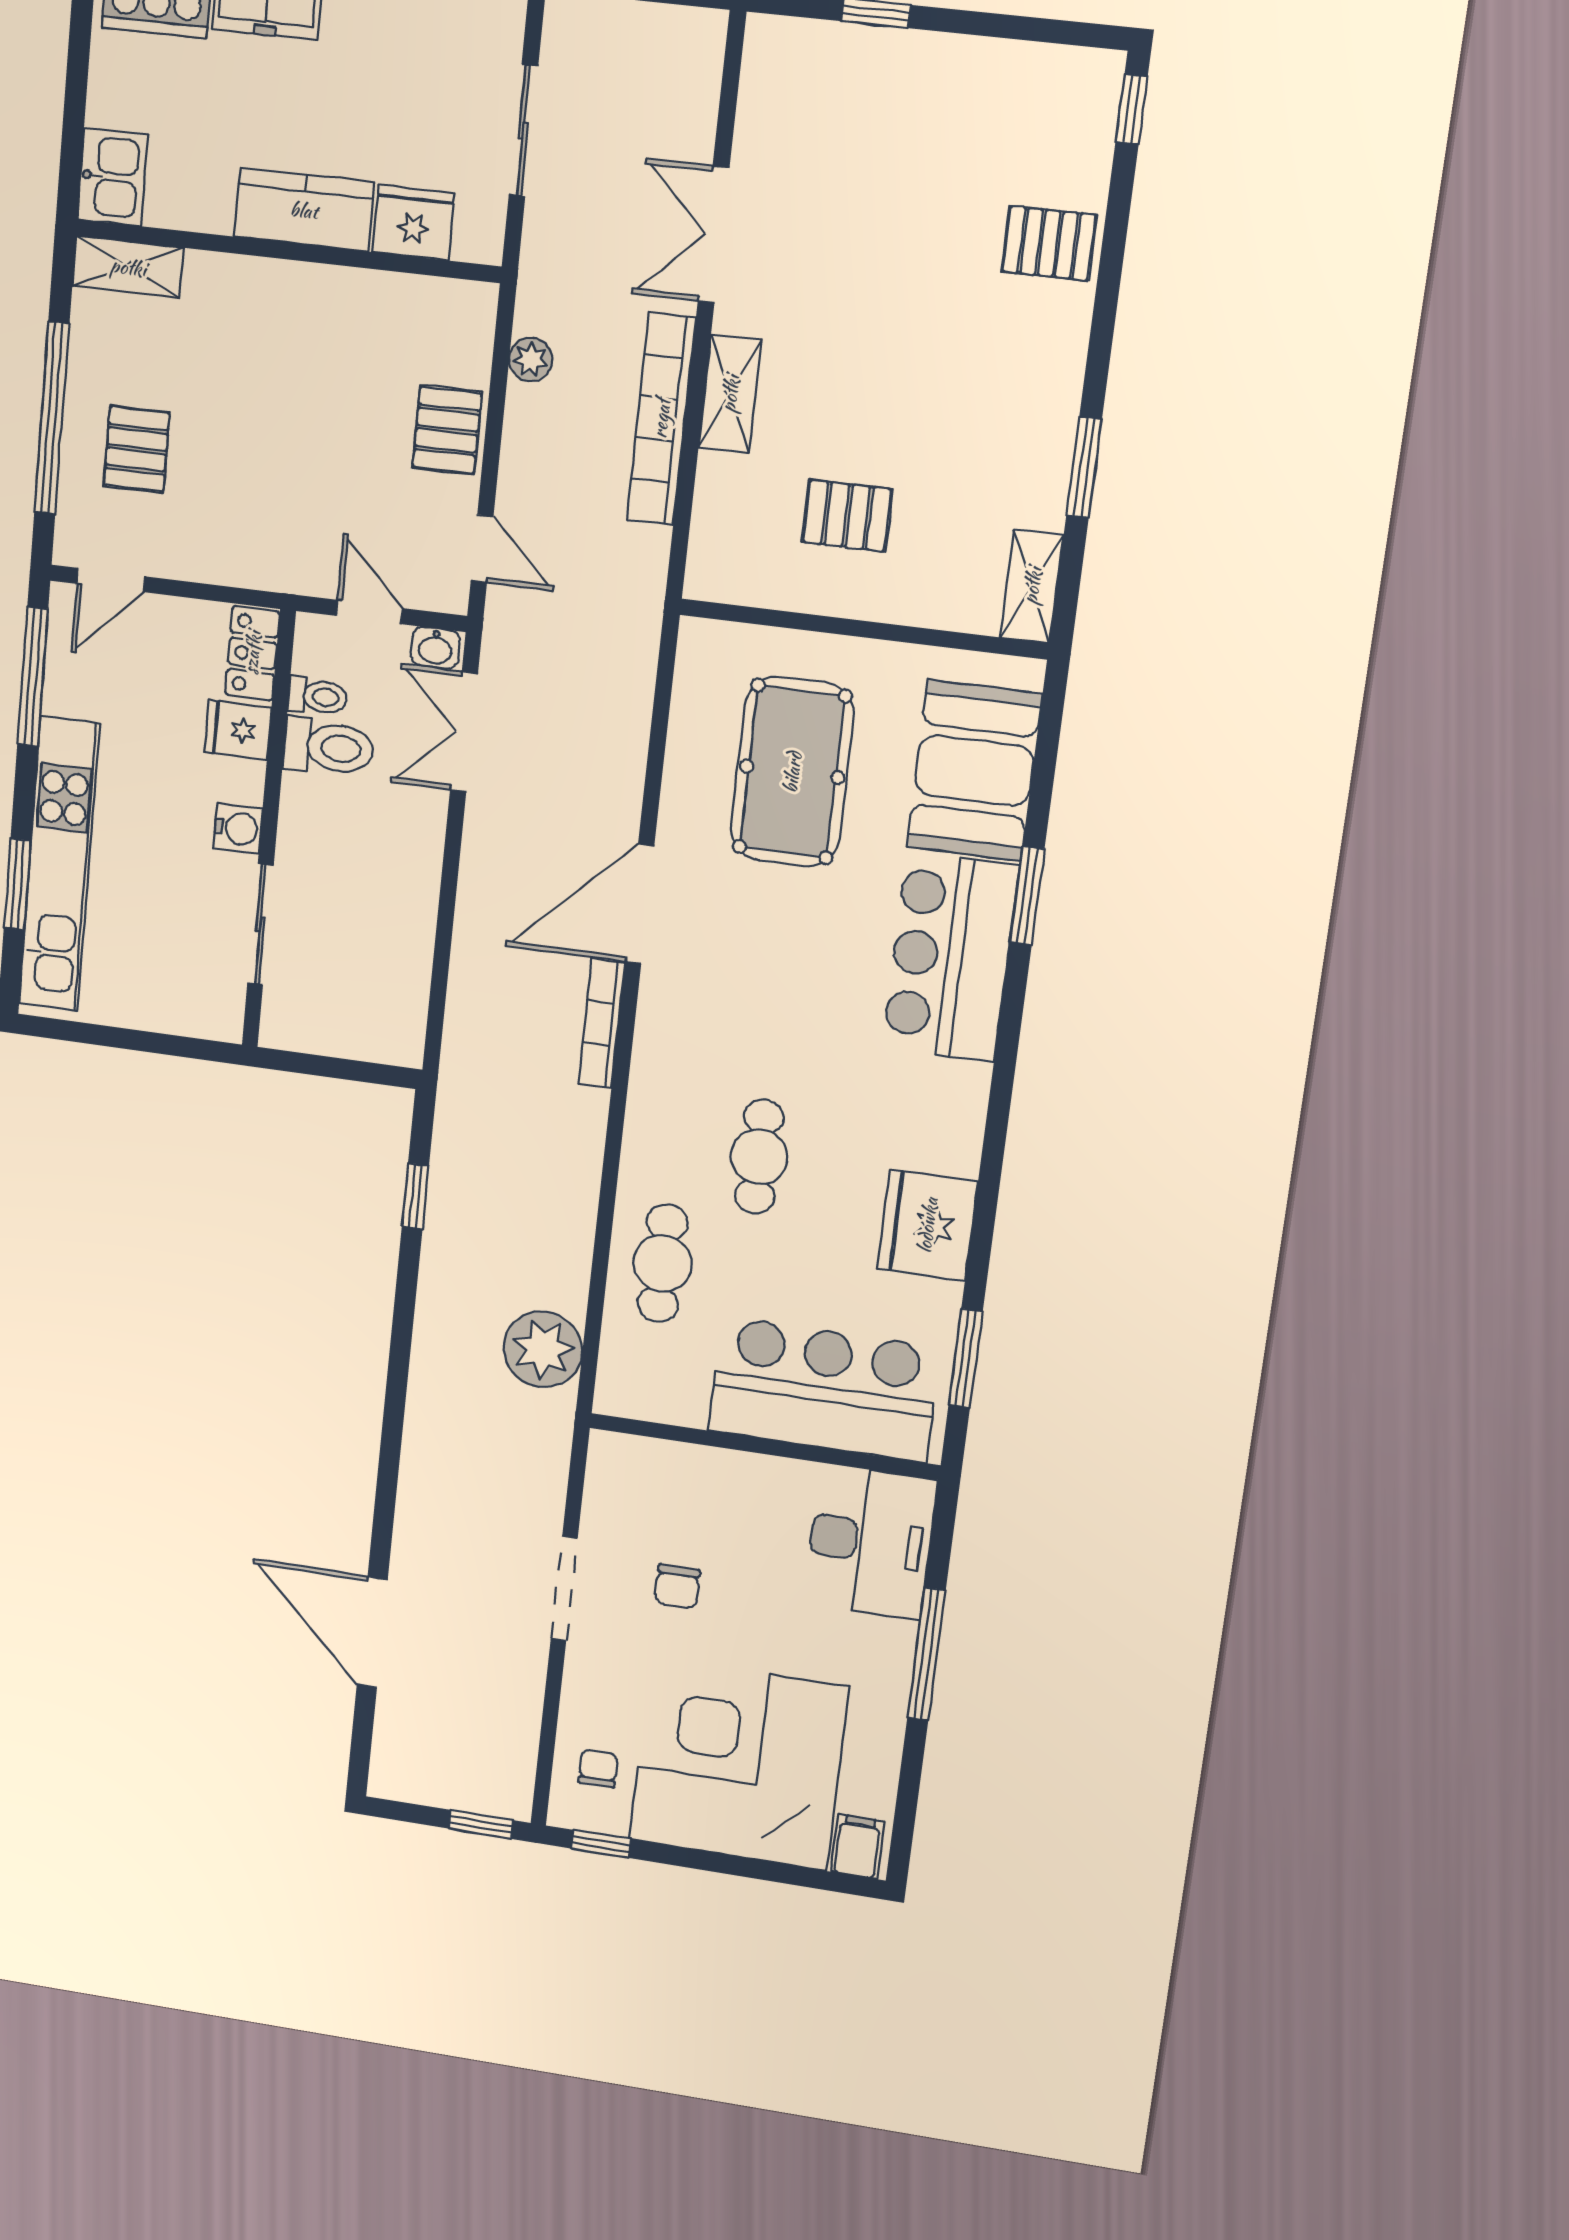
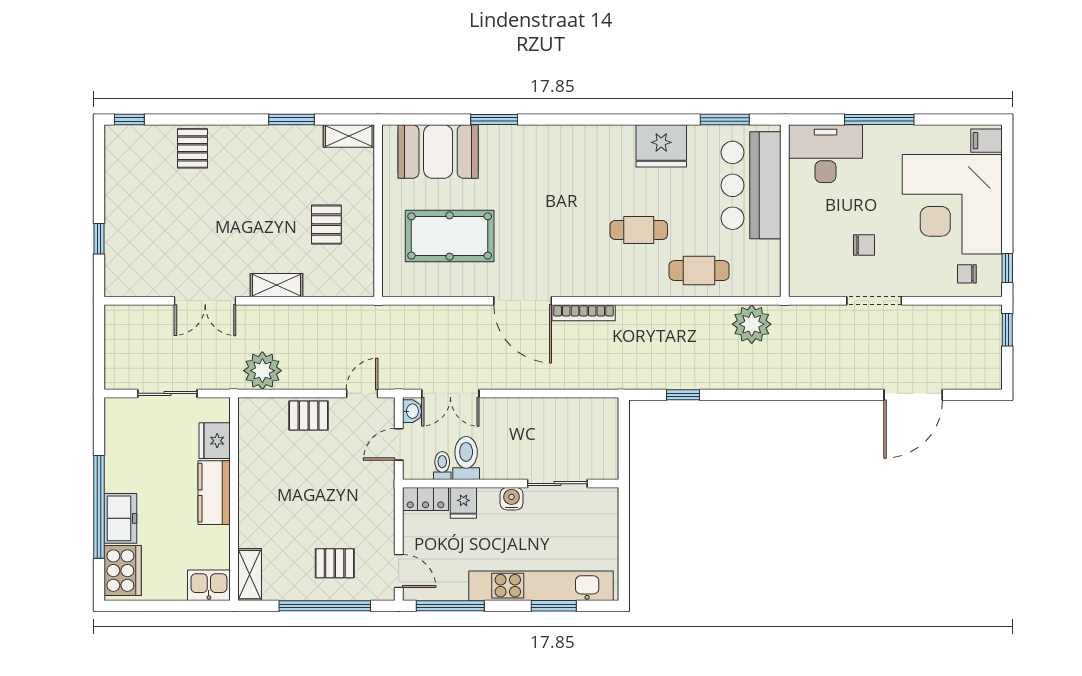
plant: (531, 360) -> (262, 371), width x1.88, depth x1.88
bookcase: (661, 419) -> (292, 316), removed
bar counter: (950, 957) -> (528, 151), removed

